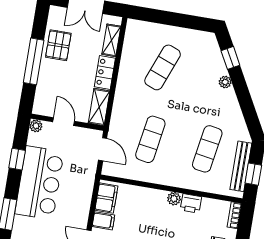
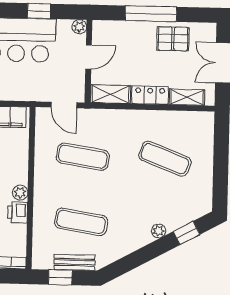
door: (103, 149) -> (64, 105), hinge flipped
bench: (241, 166) -> (75, 262), width x0.73

